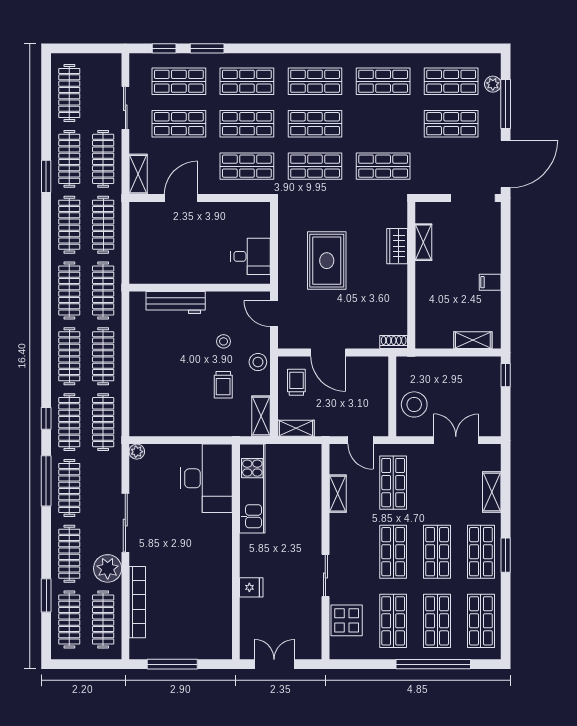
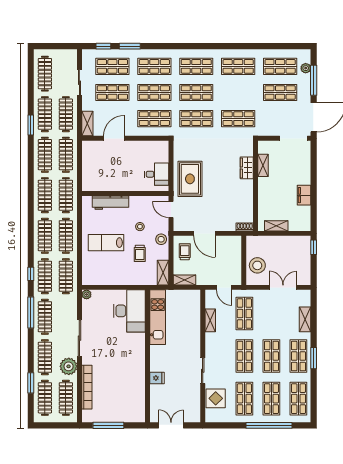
rug: (327, 261) -> (190, 179), moved
filing cabinet: (490, 282) -> (304, 195), width x2.00
shelving: (473, 340) -> (276, 226), moved
lab bench: (168, 367) -> (106, 243), added

